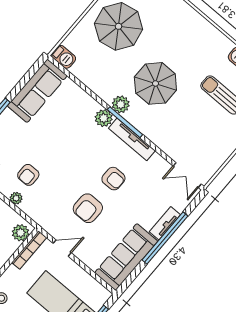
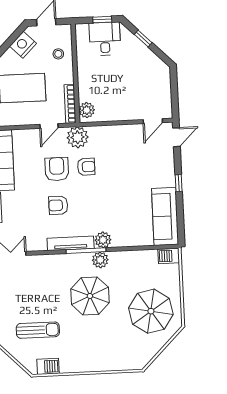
armchair: (28, 175) -> (86, 167), moved, turned 90
plant: (16, 198) -> (78, 137), moved, width x1.88, depth x1.88

